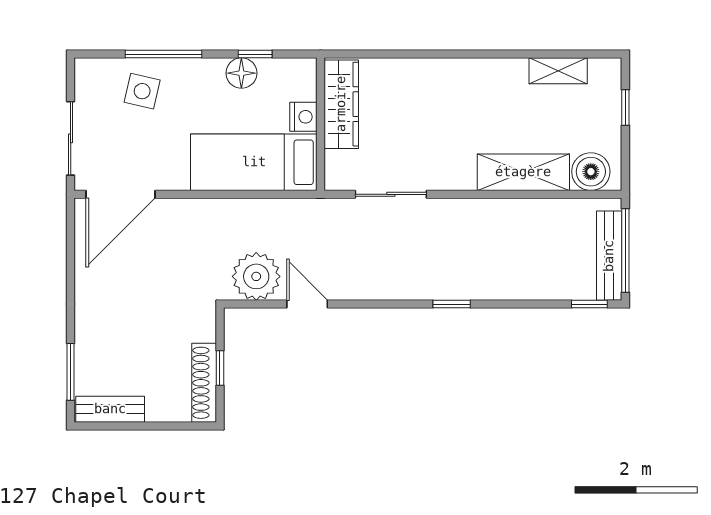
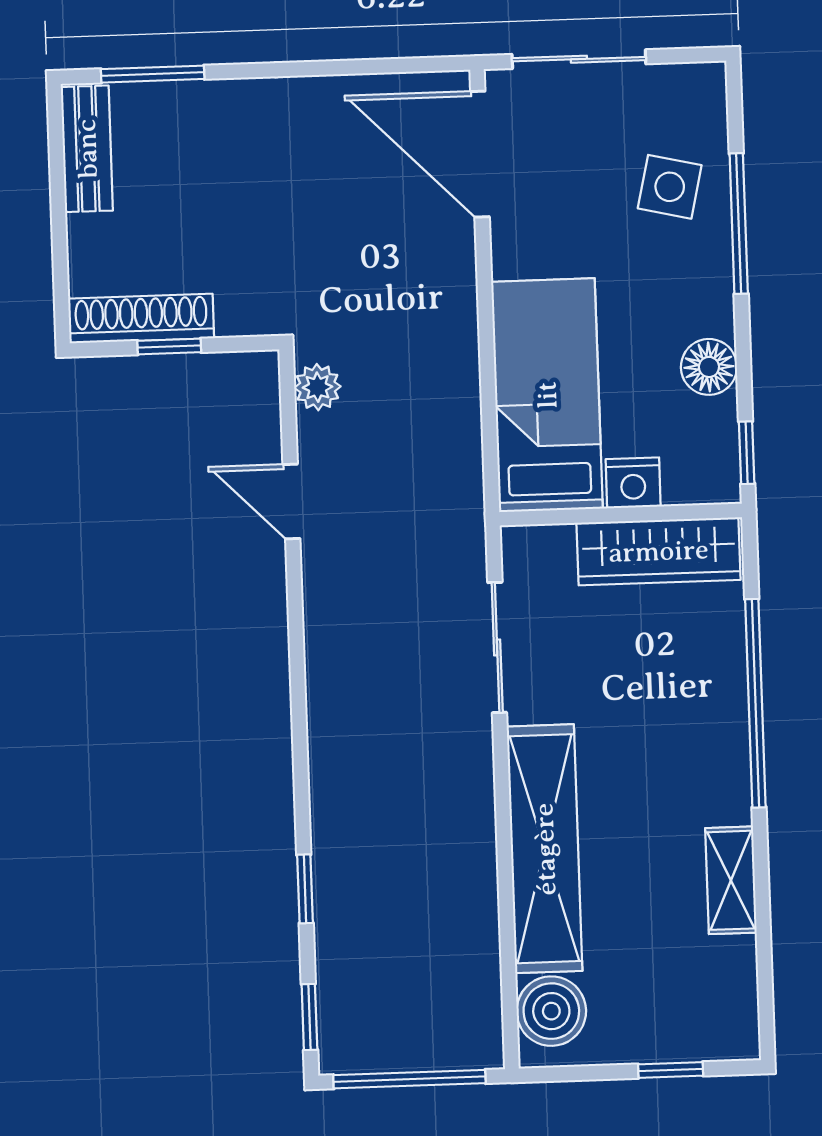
window: (255, 54) -> (747, 453), moved
window: (426, 54) -> (755, 703), added
shelving: (558, 71) -> (731, 880), moved
shelving: (523, 172) -> (545, 849), width x1.47
bench: (609, 256) -> (399, 1050), removed
plant: (256, 276) -> (318, 387), width x0.53, depth x0.53
door: (307, 304) -> (291, 502), swing flipped
window: (452, 304) -> (305, 889), moved

